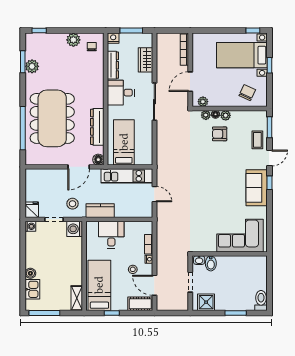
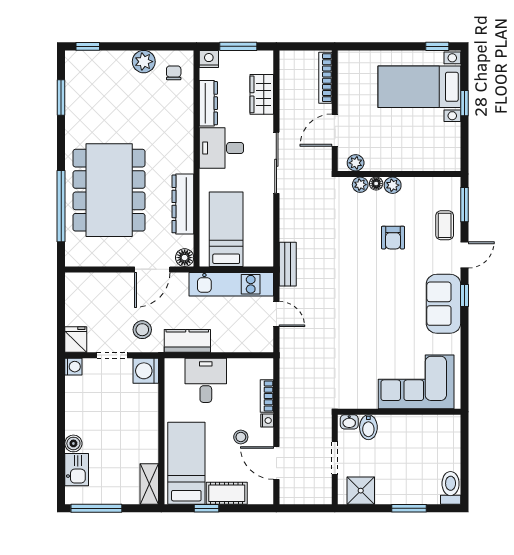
plant: (32, 66) -> (76, 105), removed
chair: (247, 93) -> (428, 148), removed
armchair: (220, 134) -> (393, 238), moved, turned -90
bench: (161, 164) -> (288, 264), added
cot: (140, 304) -> (227, 493), moved

